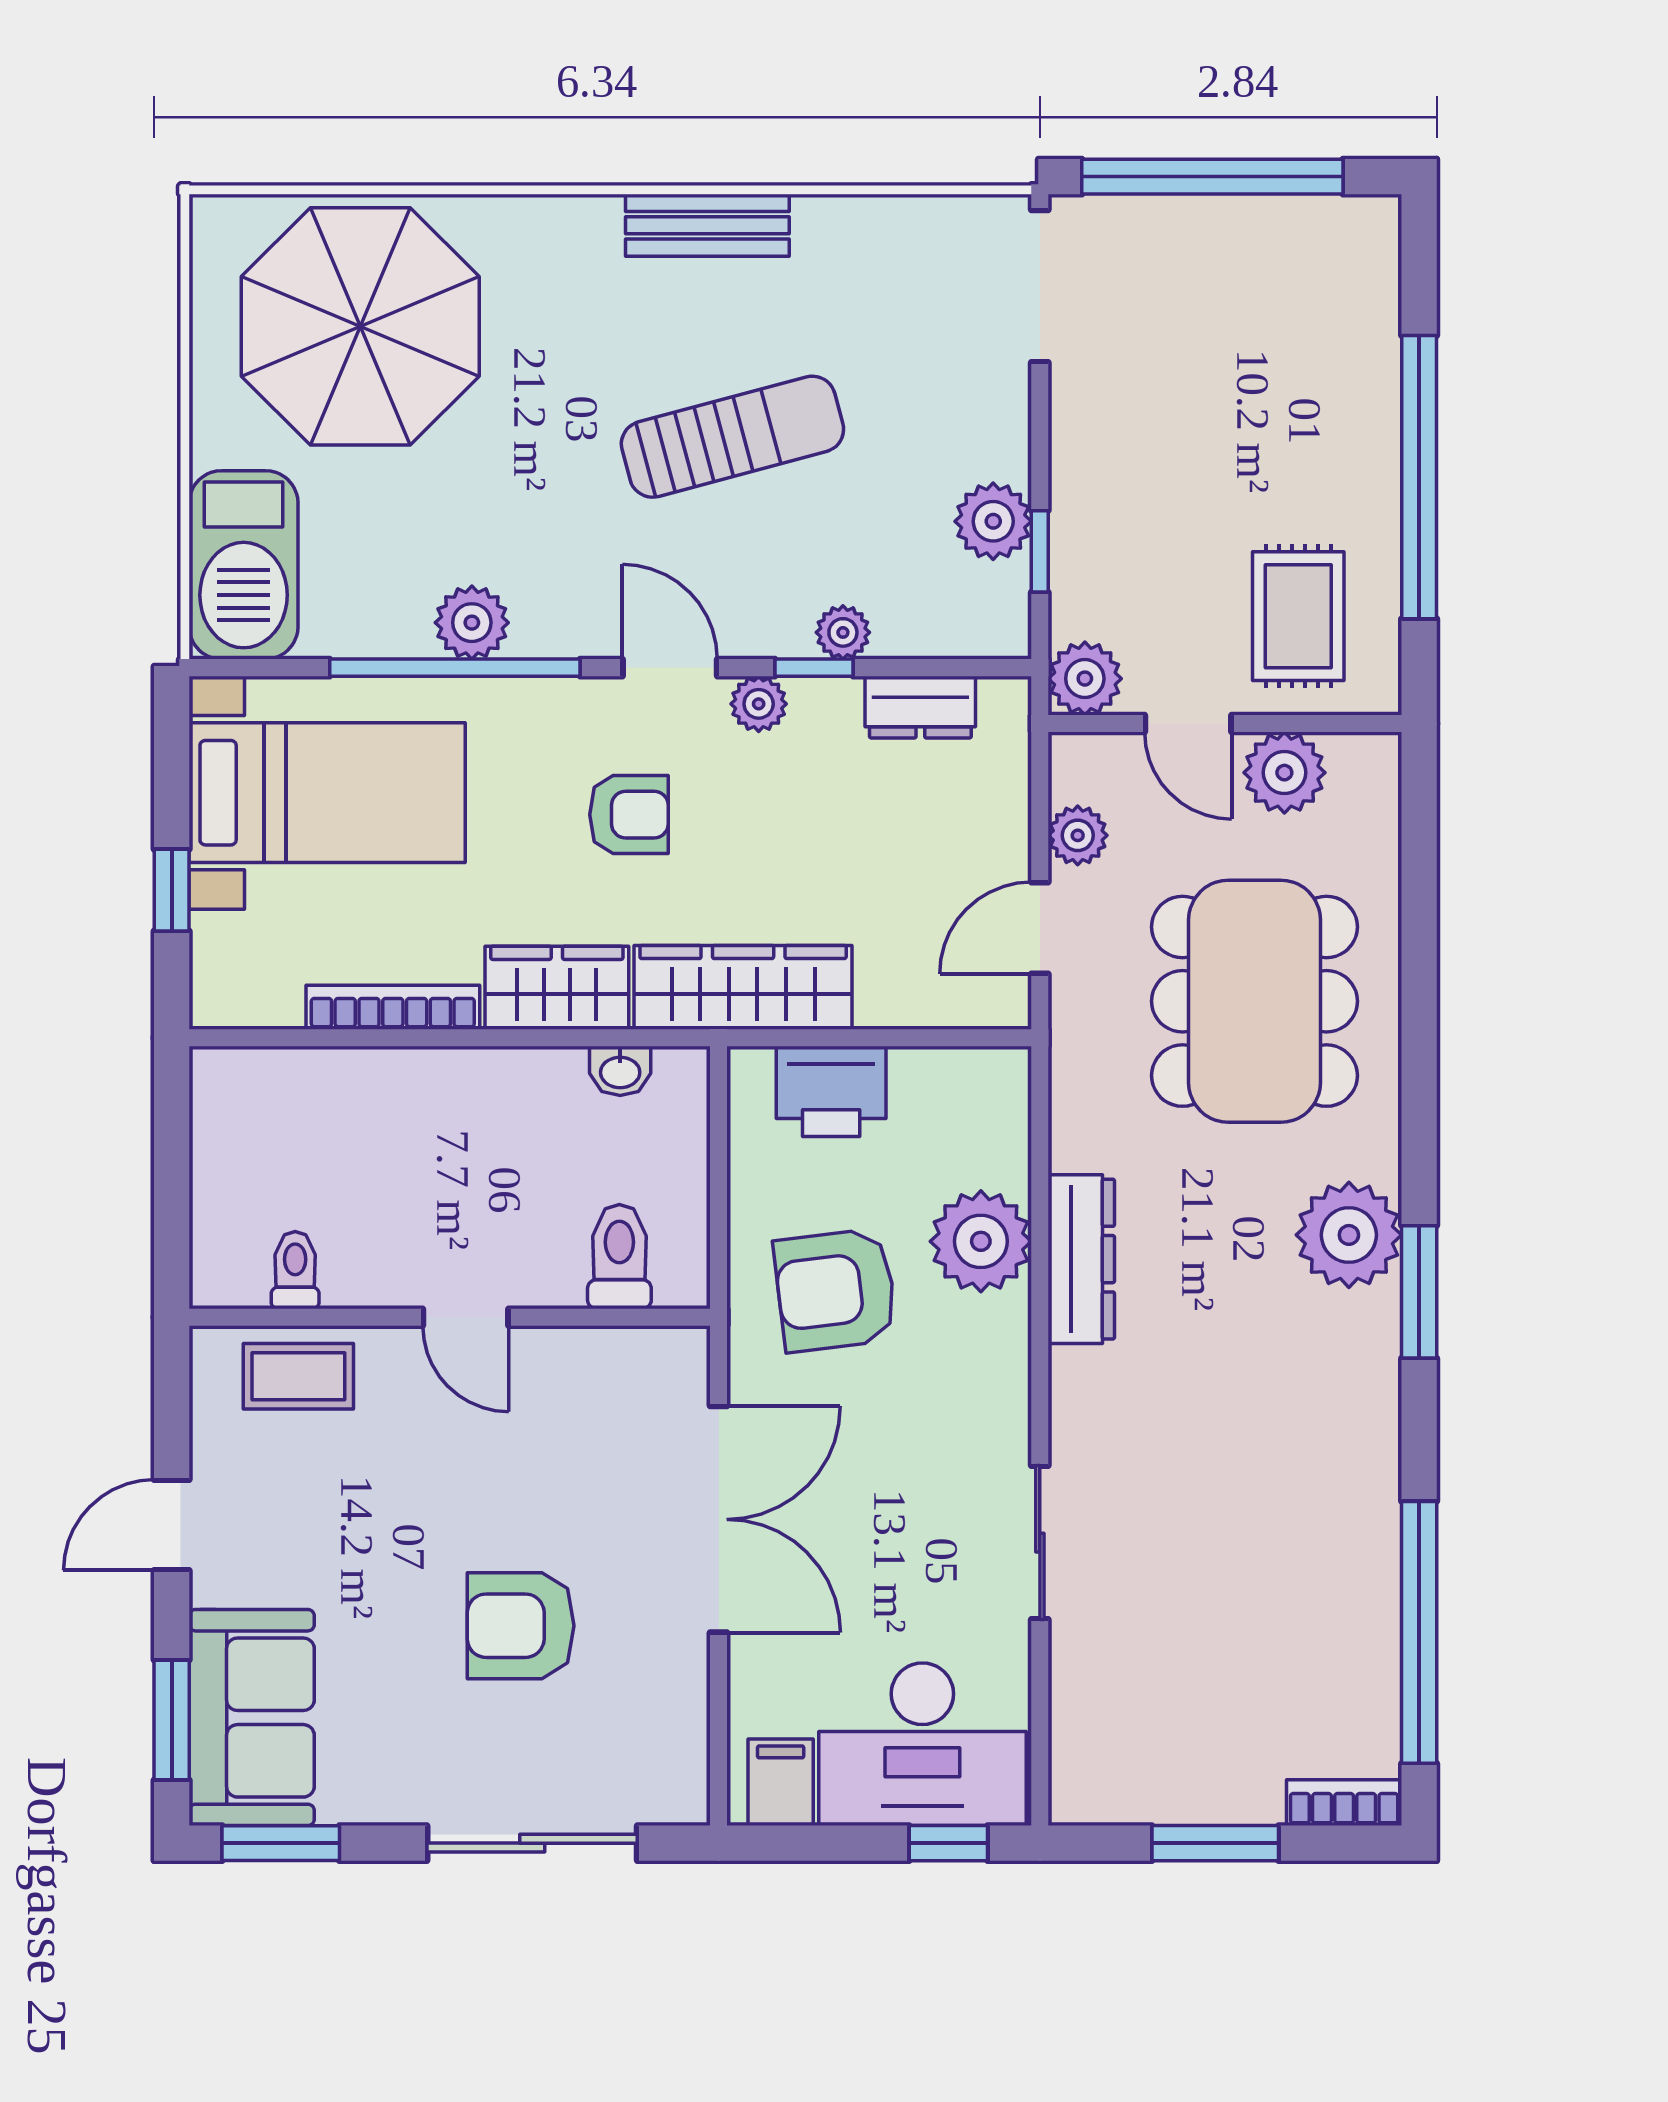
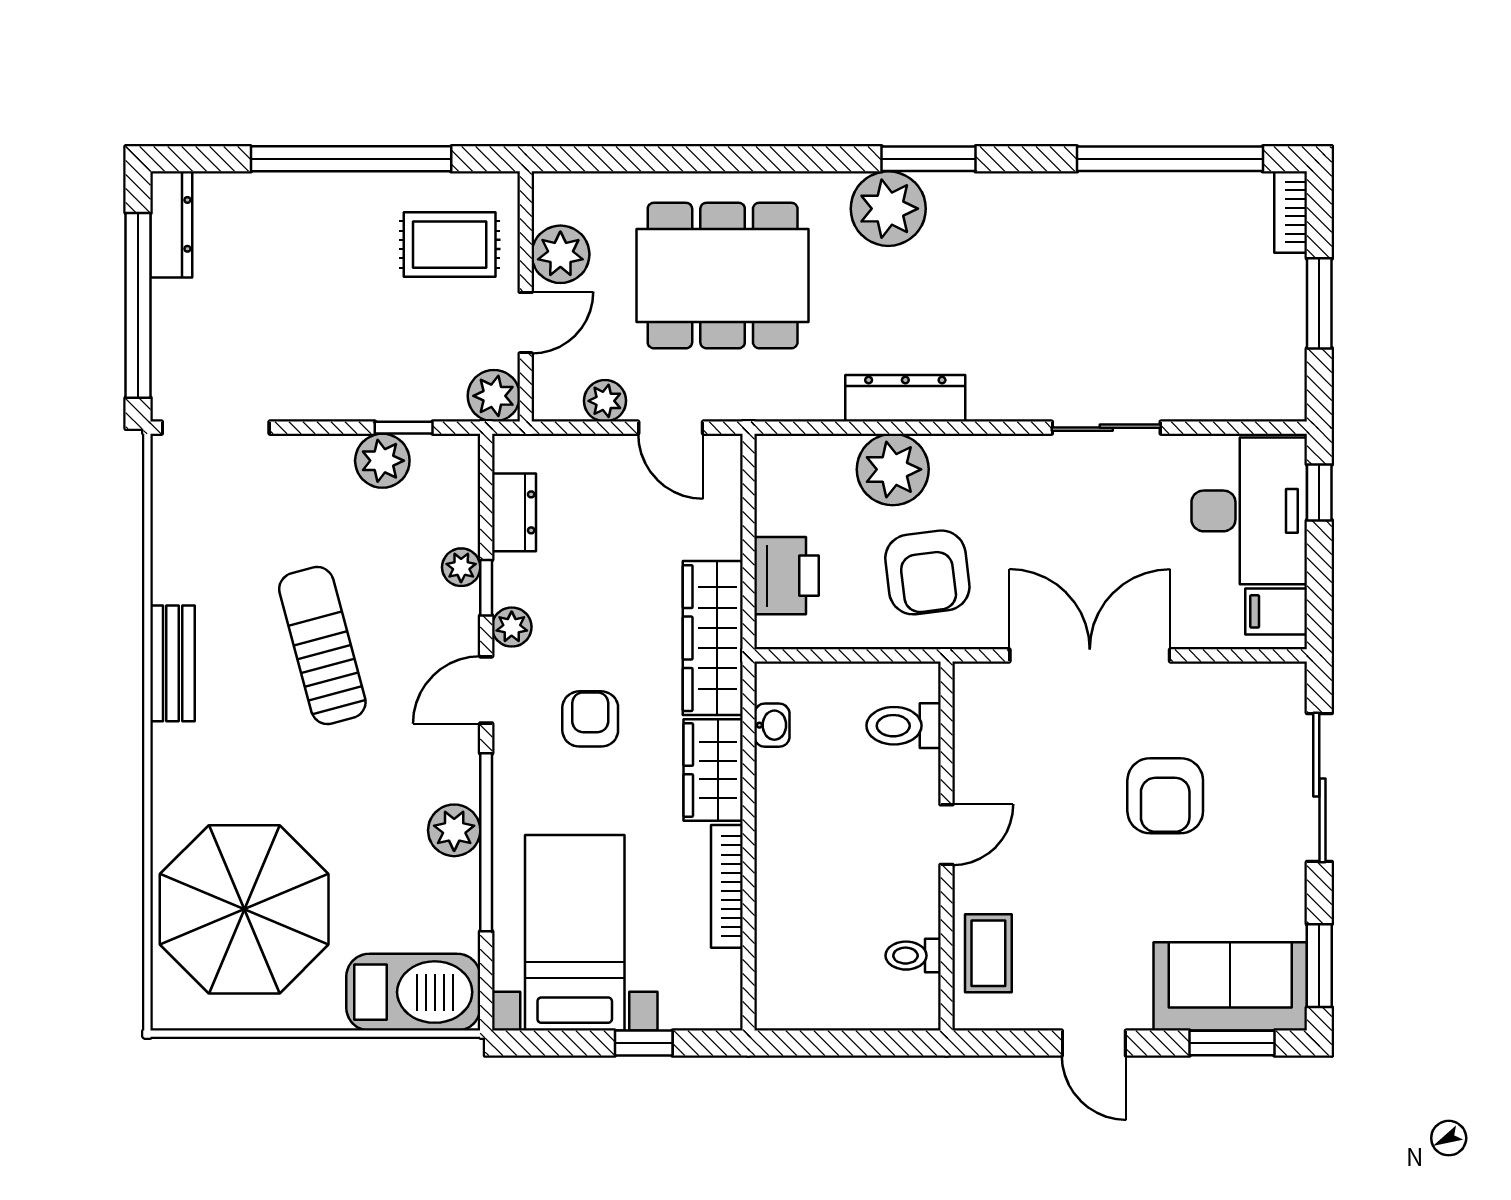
dresser: (1327, 223) -> (171, 224), added

